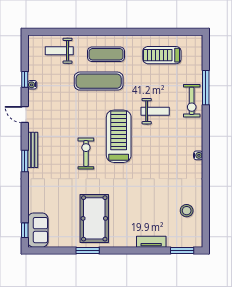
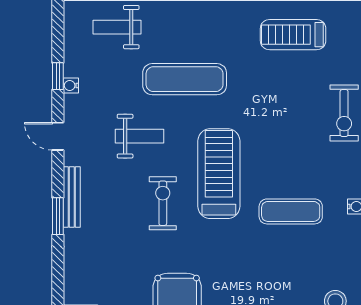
exercise mat: (106, 54) -> (291, 211), moved
weight bench: (155, 111) -> (140, 136), moved

